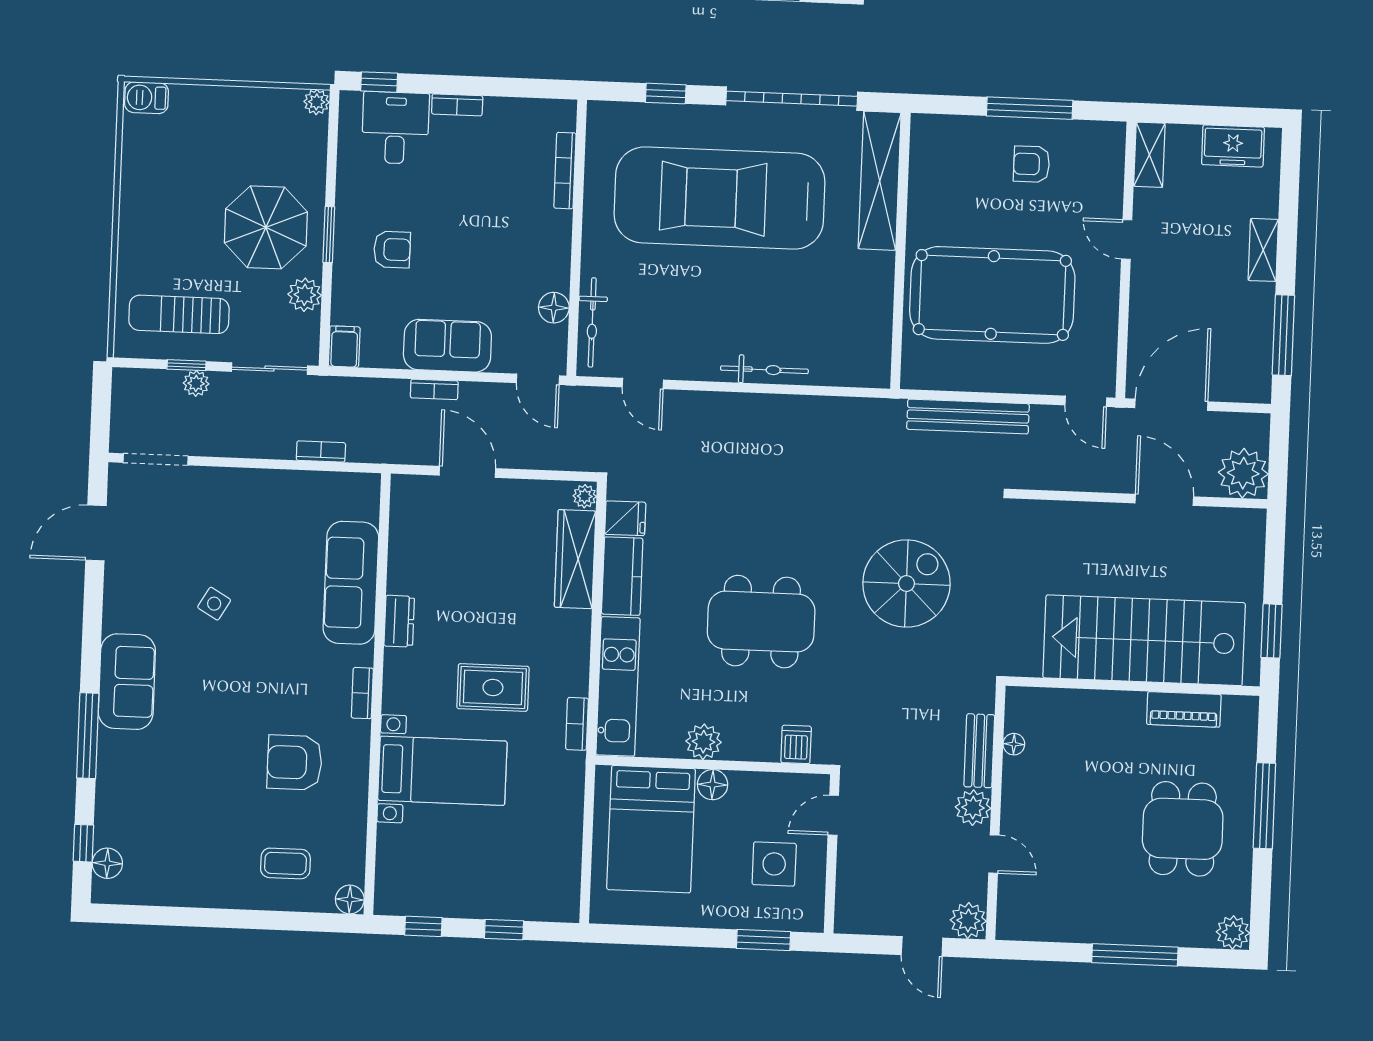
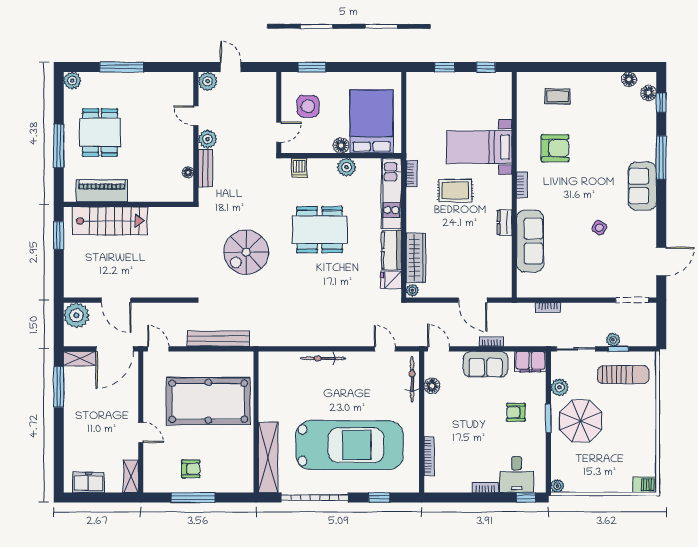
shelving: (1263, 250) -> (79, 358), moved, turned 90
filing cabinet: (344, 347) -> (530, 362), width x2.00
stairs: (1144, 640) -> (110, 221), width x0.73, depth x0.66
piano: (1184, 709) -> (102, 191), width x1.37, depth x1.33
floor lamp: (350, 899) -> (629, 79), moved

